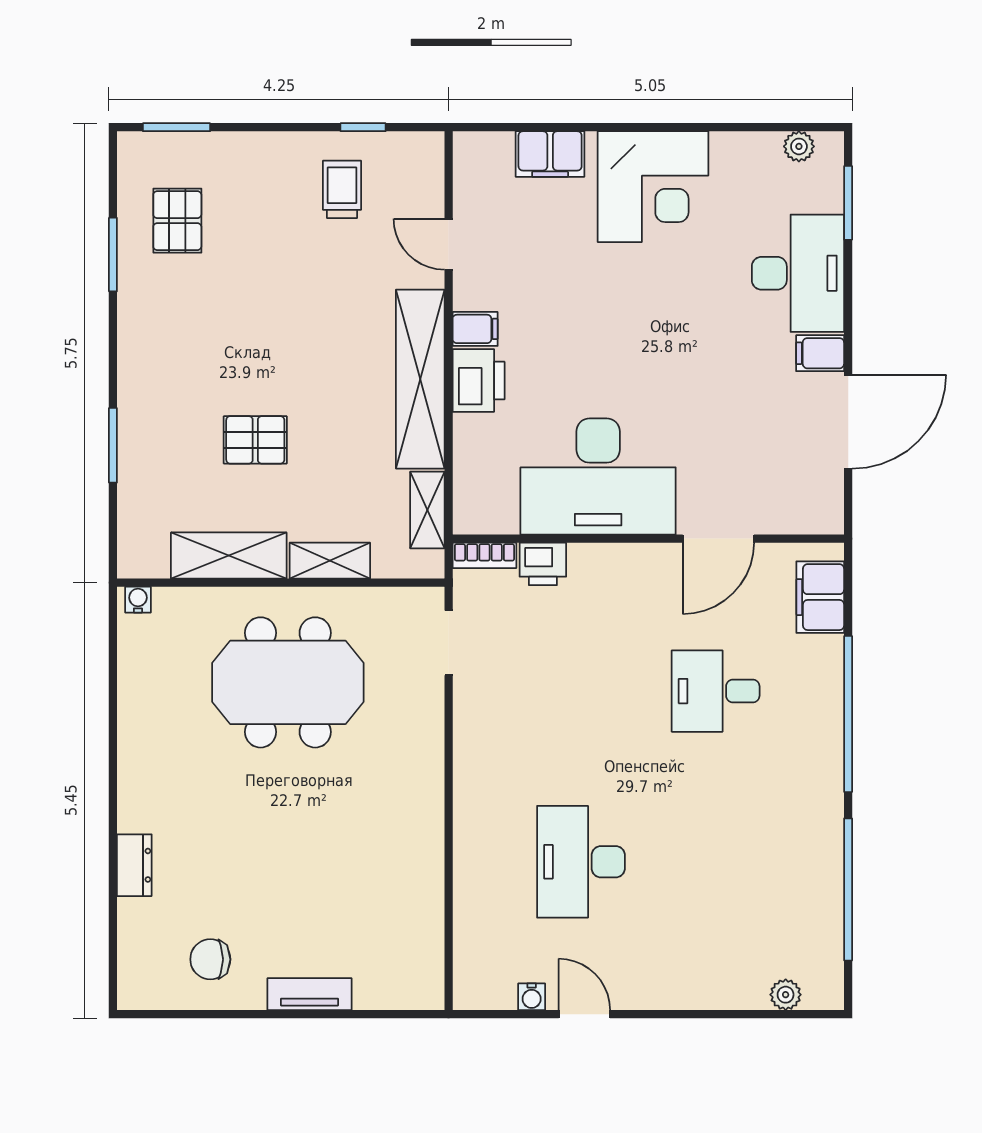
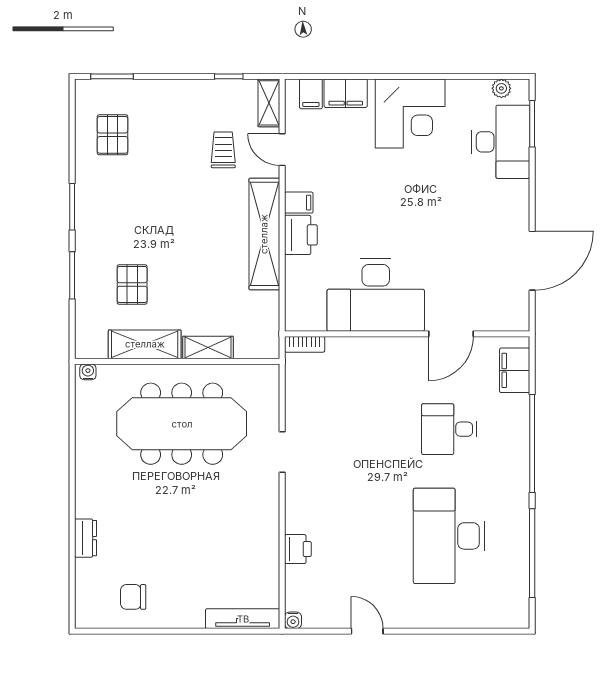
trolley: (342, 189) -> (223, 150), moved
window: (113, 255) -> (72, 207), moved
desk: (798, 273) -> (501, 142), moved
filing cabinet: (820, 353) -> (311, 94), moved, turned -90
pallet: (255, 440) -> (132, 284), moved, turned 90
shelving: (427, 510) -> (269, 103), moved
printer: (543, 564) -> (298, 549), moved, turned -90
doorway: (449, 643) -> (282, 452), moved
meeting table: (288, 682) -> (182, 424), width x1.36
desk: (581, 862) -> (449, 536), moved, width x1.36, depth x1.30
tv unit: (310, 994) -> (243, 619), moved, width x1.41
plant: (786, 995) -> (493, 619), removed
water cooler: (532, 997) -> (293, 620), moved

